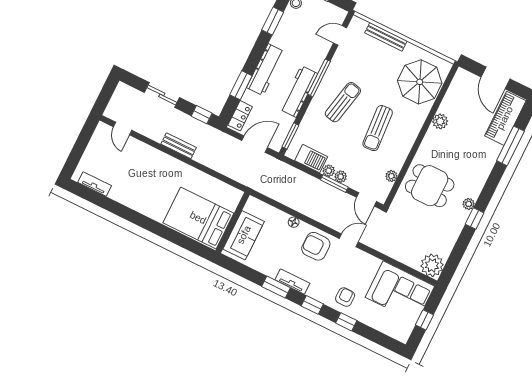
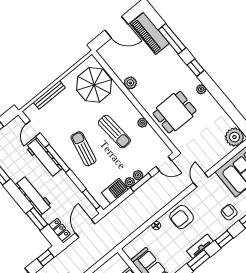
workbench: (299, 91) -> (44, 158), moved
plant: (391, 176) -> (142, 123), moved
window: (475, 218) -> (196, 68), moved
door: (349, 240) -> (201, 180), moved

